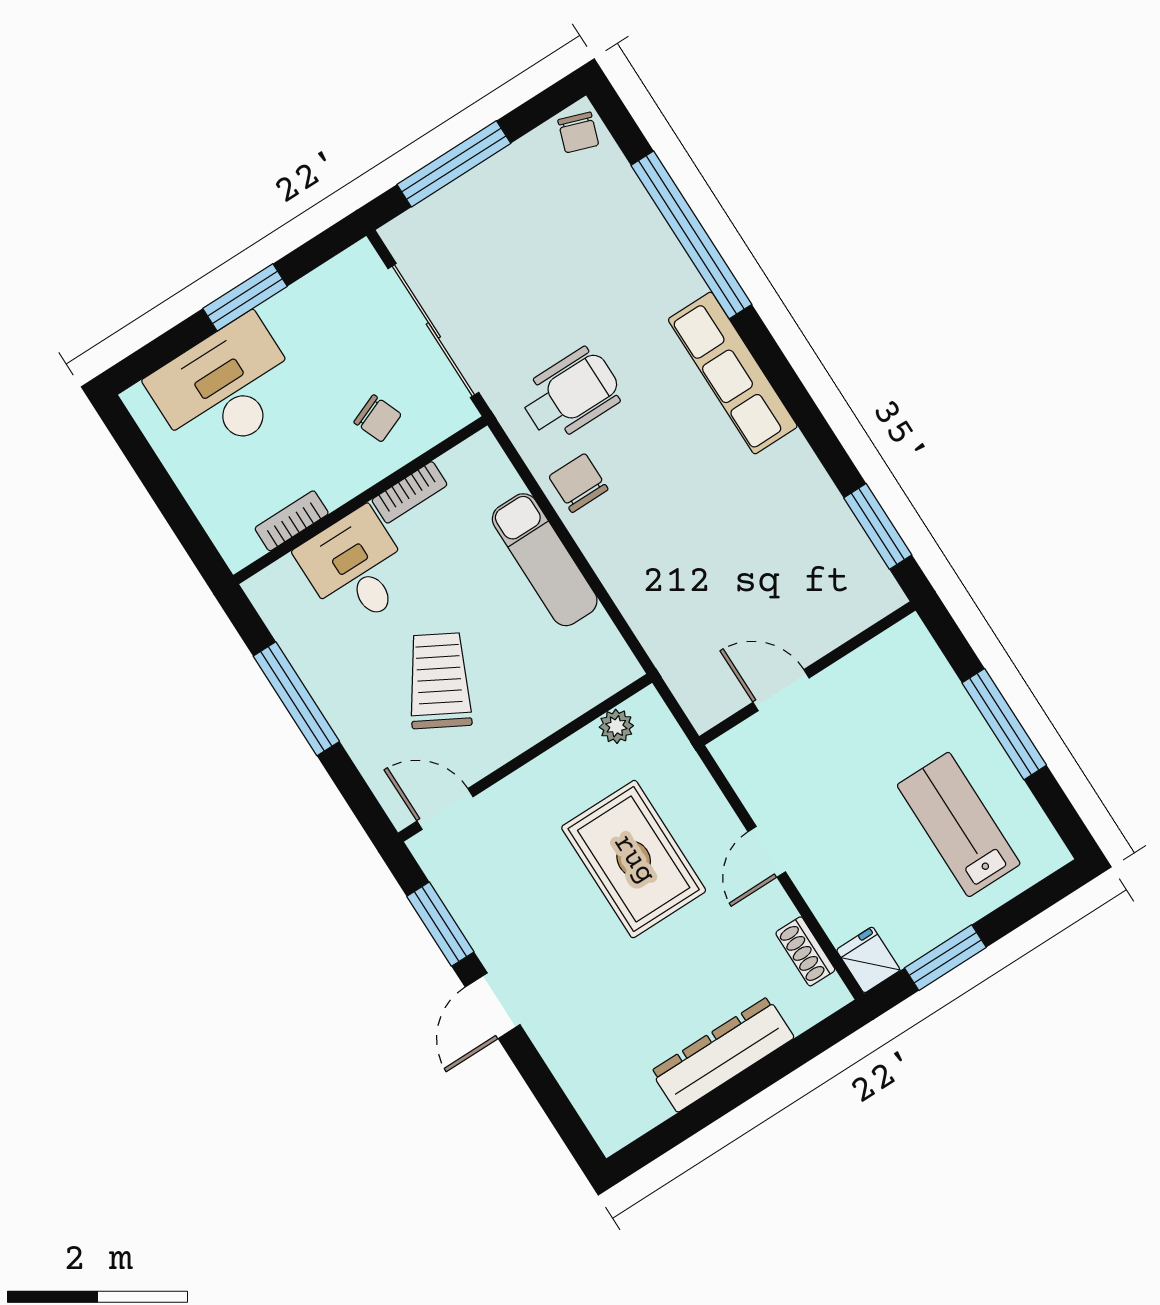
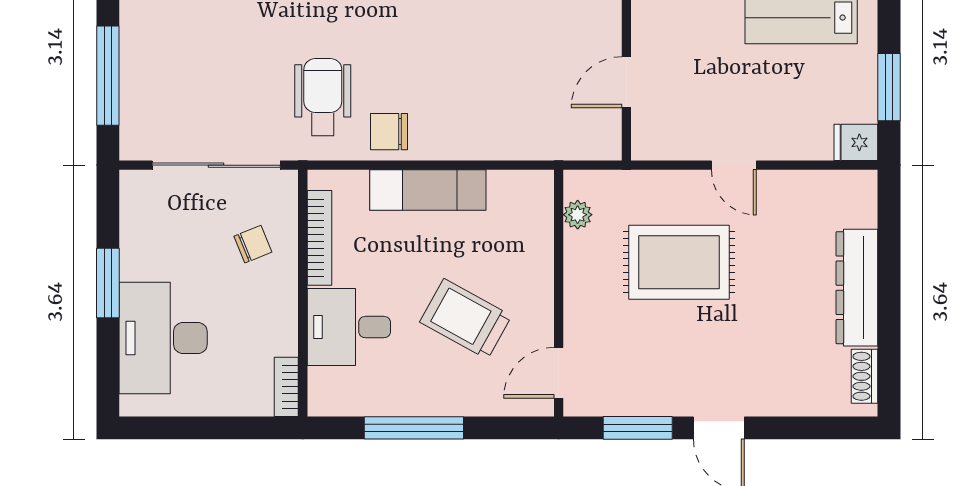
bookcase: (409, 492) -> (319, 238), width x1.56
bookcase: (292, 521) -> (286, 387), moved
shoe rack: (805, 951) -> (865, 376), moved, turned 90

